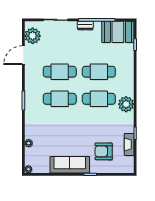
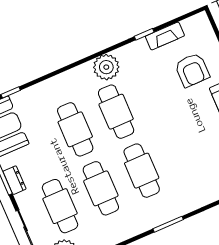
cafe table: (60, 45) -> (60, 206), added

